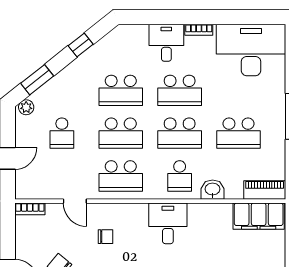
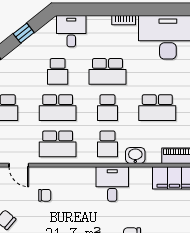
desk: (166, 43) -> (71, 31), moved
school desk: (121, 90) -> (58, 71), width x0.54
school desk: (180, 133) -> (107, 108), width x0.54
desk: (168, 223) -> (112, 184), moved

